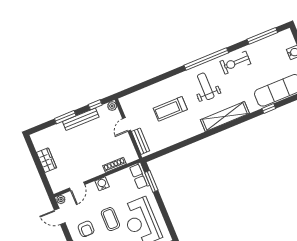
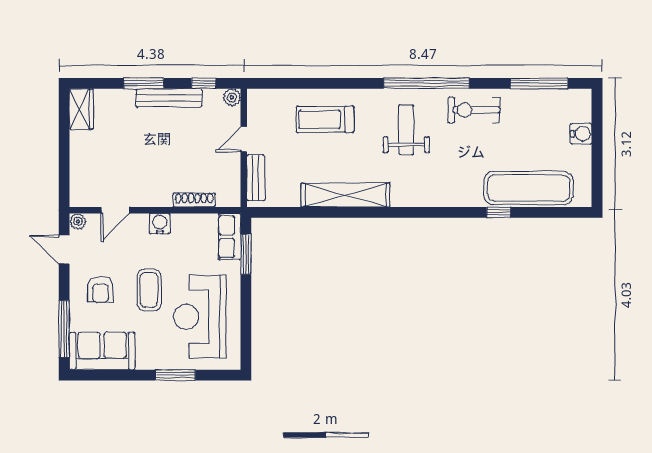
treadmill: (170, 109) -> (325, 119), moved
shelving: (225, 117) -> (345, 195), moved
wardrobe: (47, 160) -> (81, 109), moved

